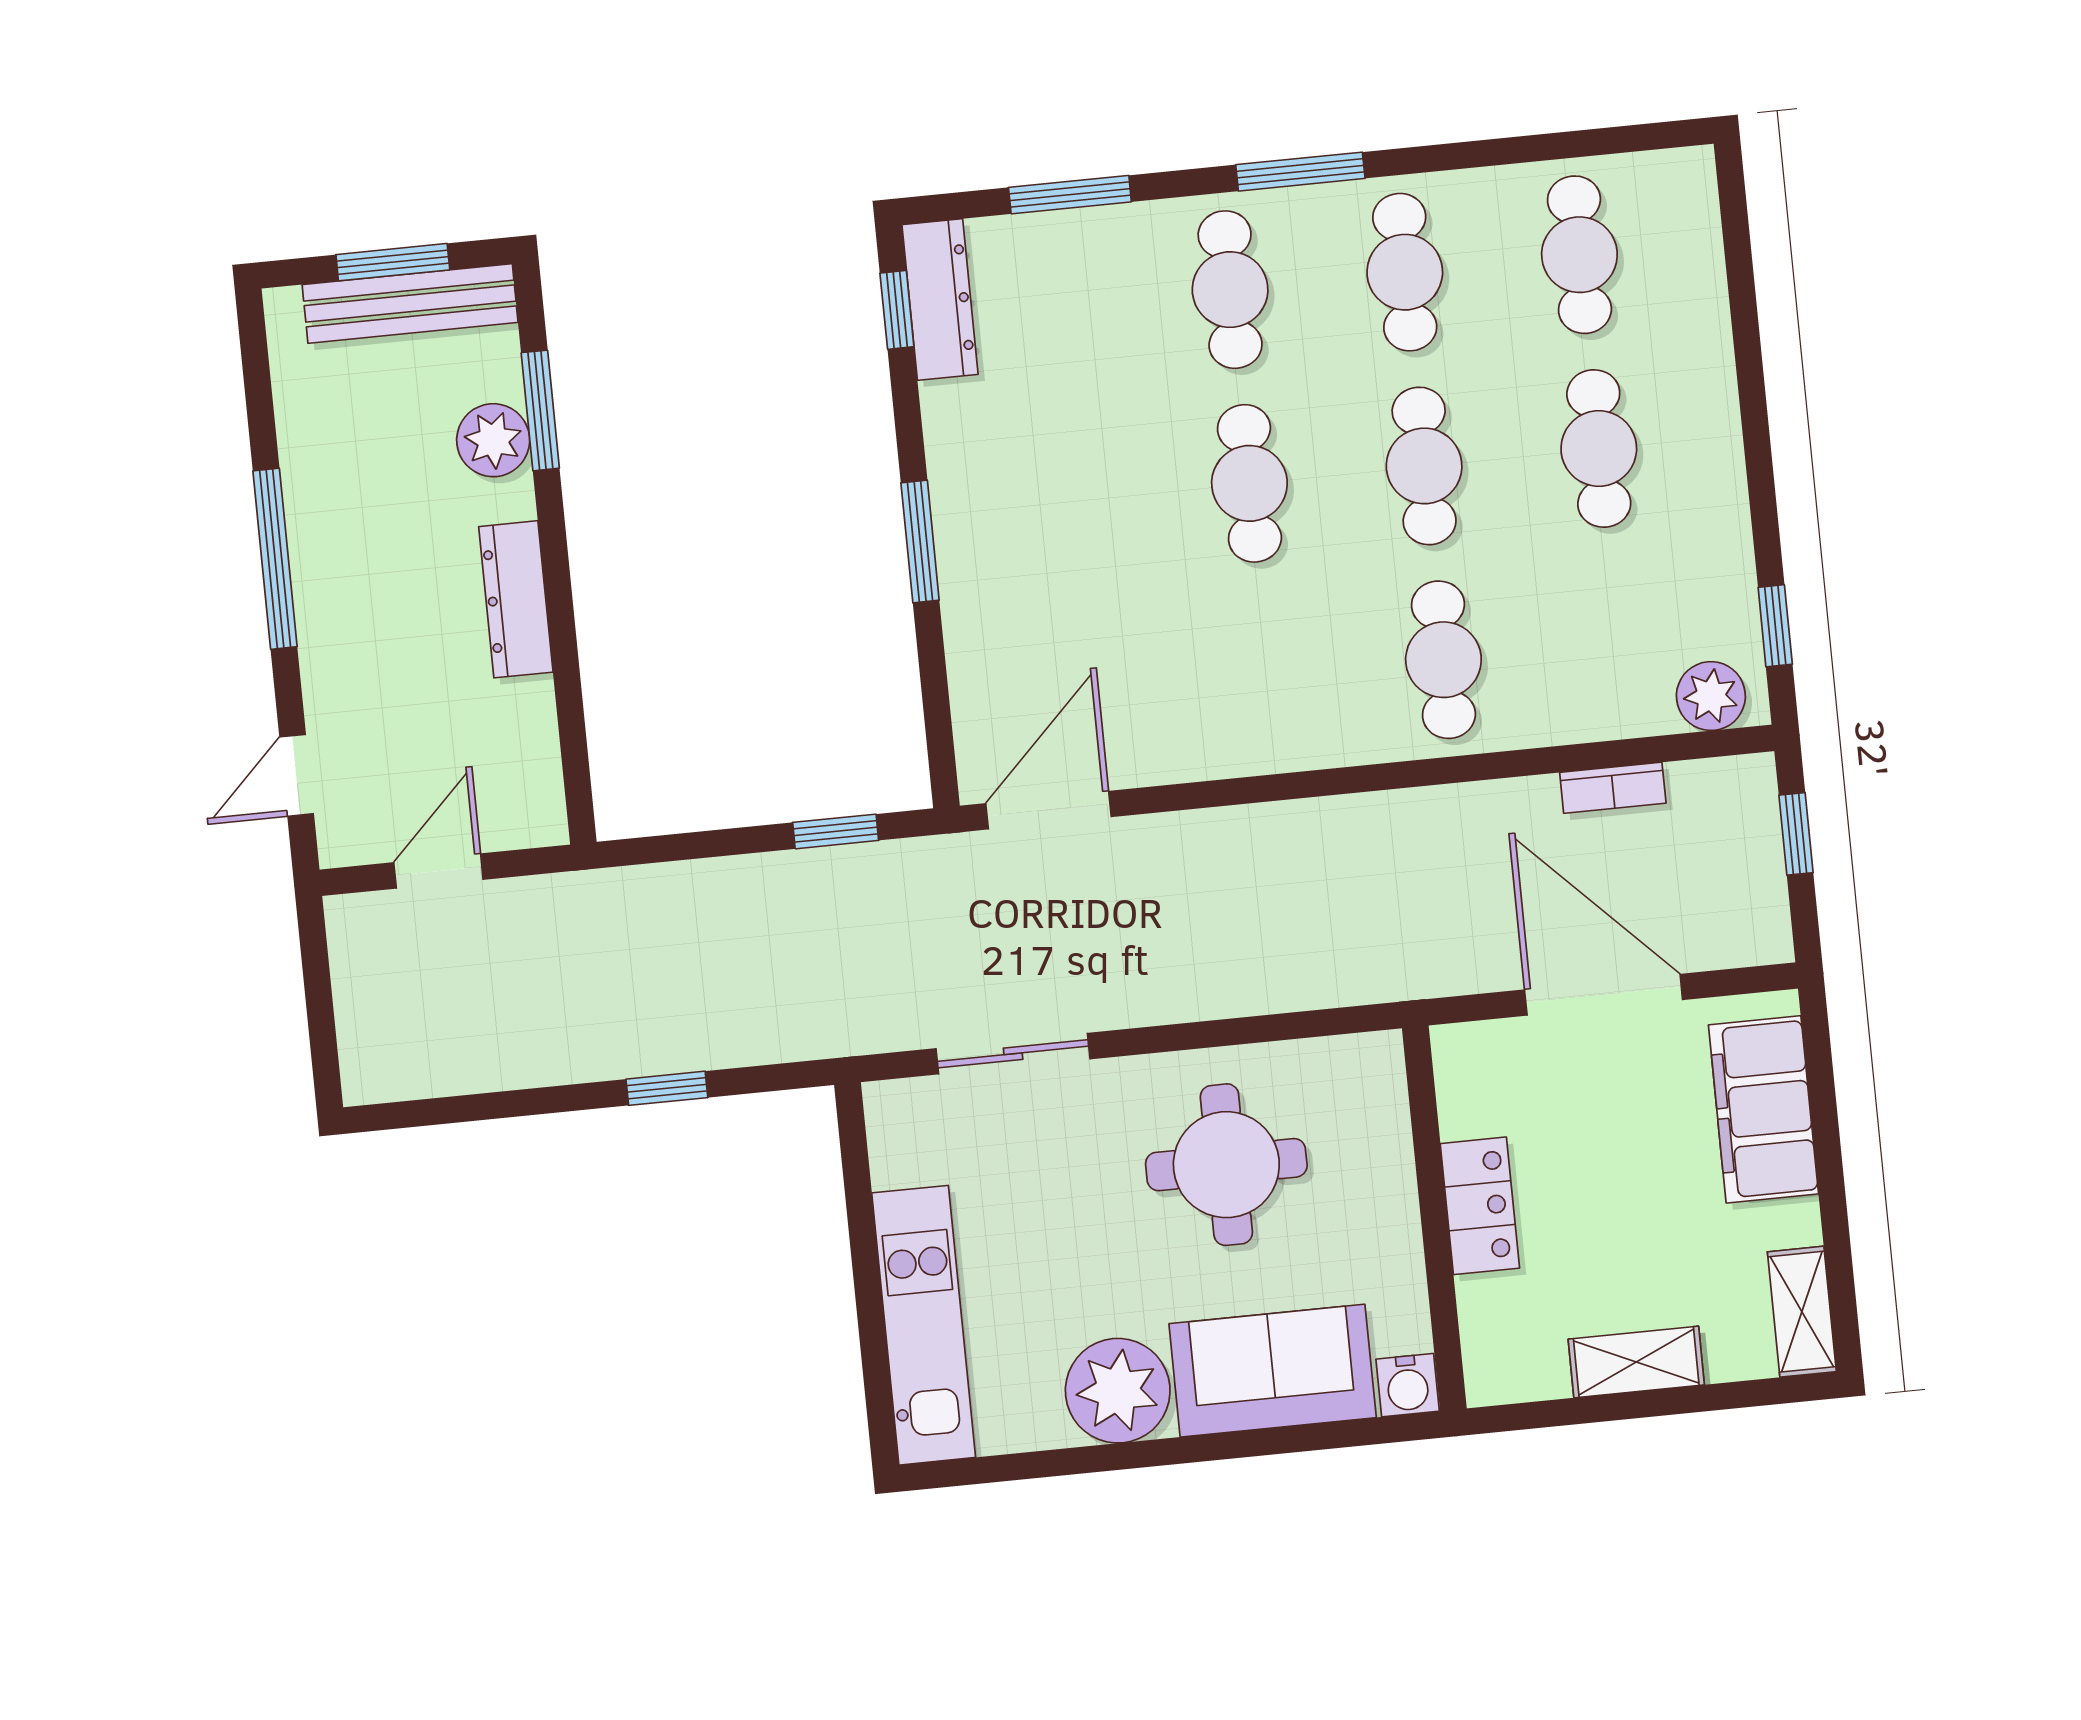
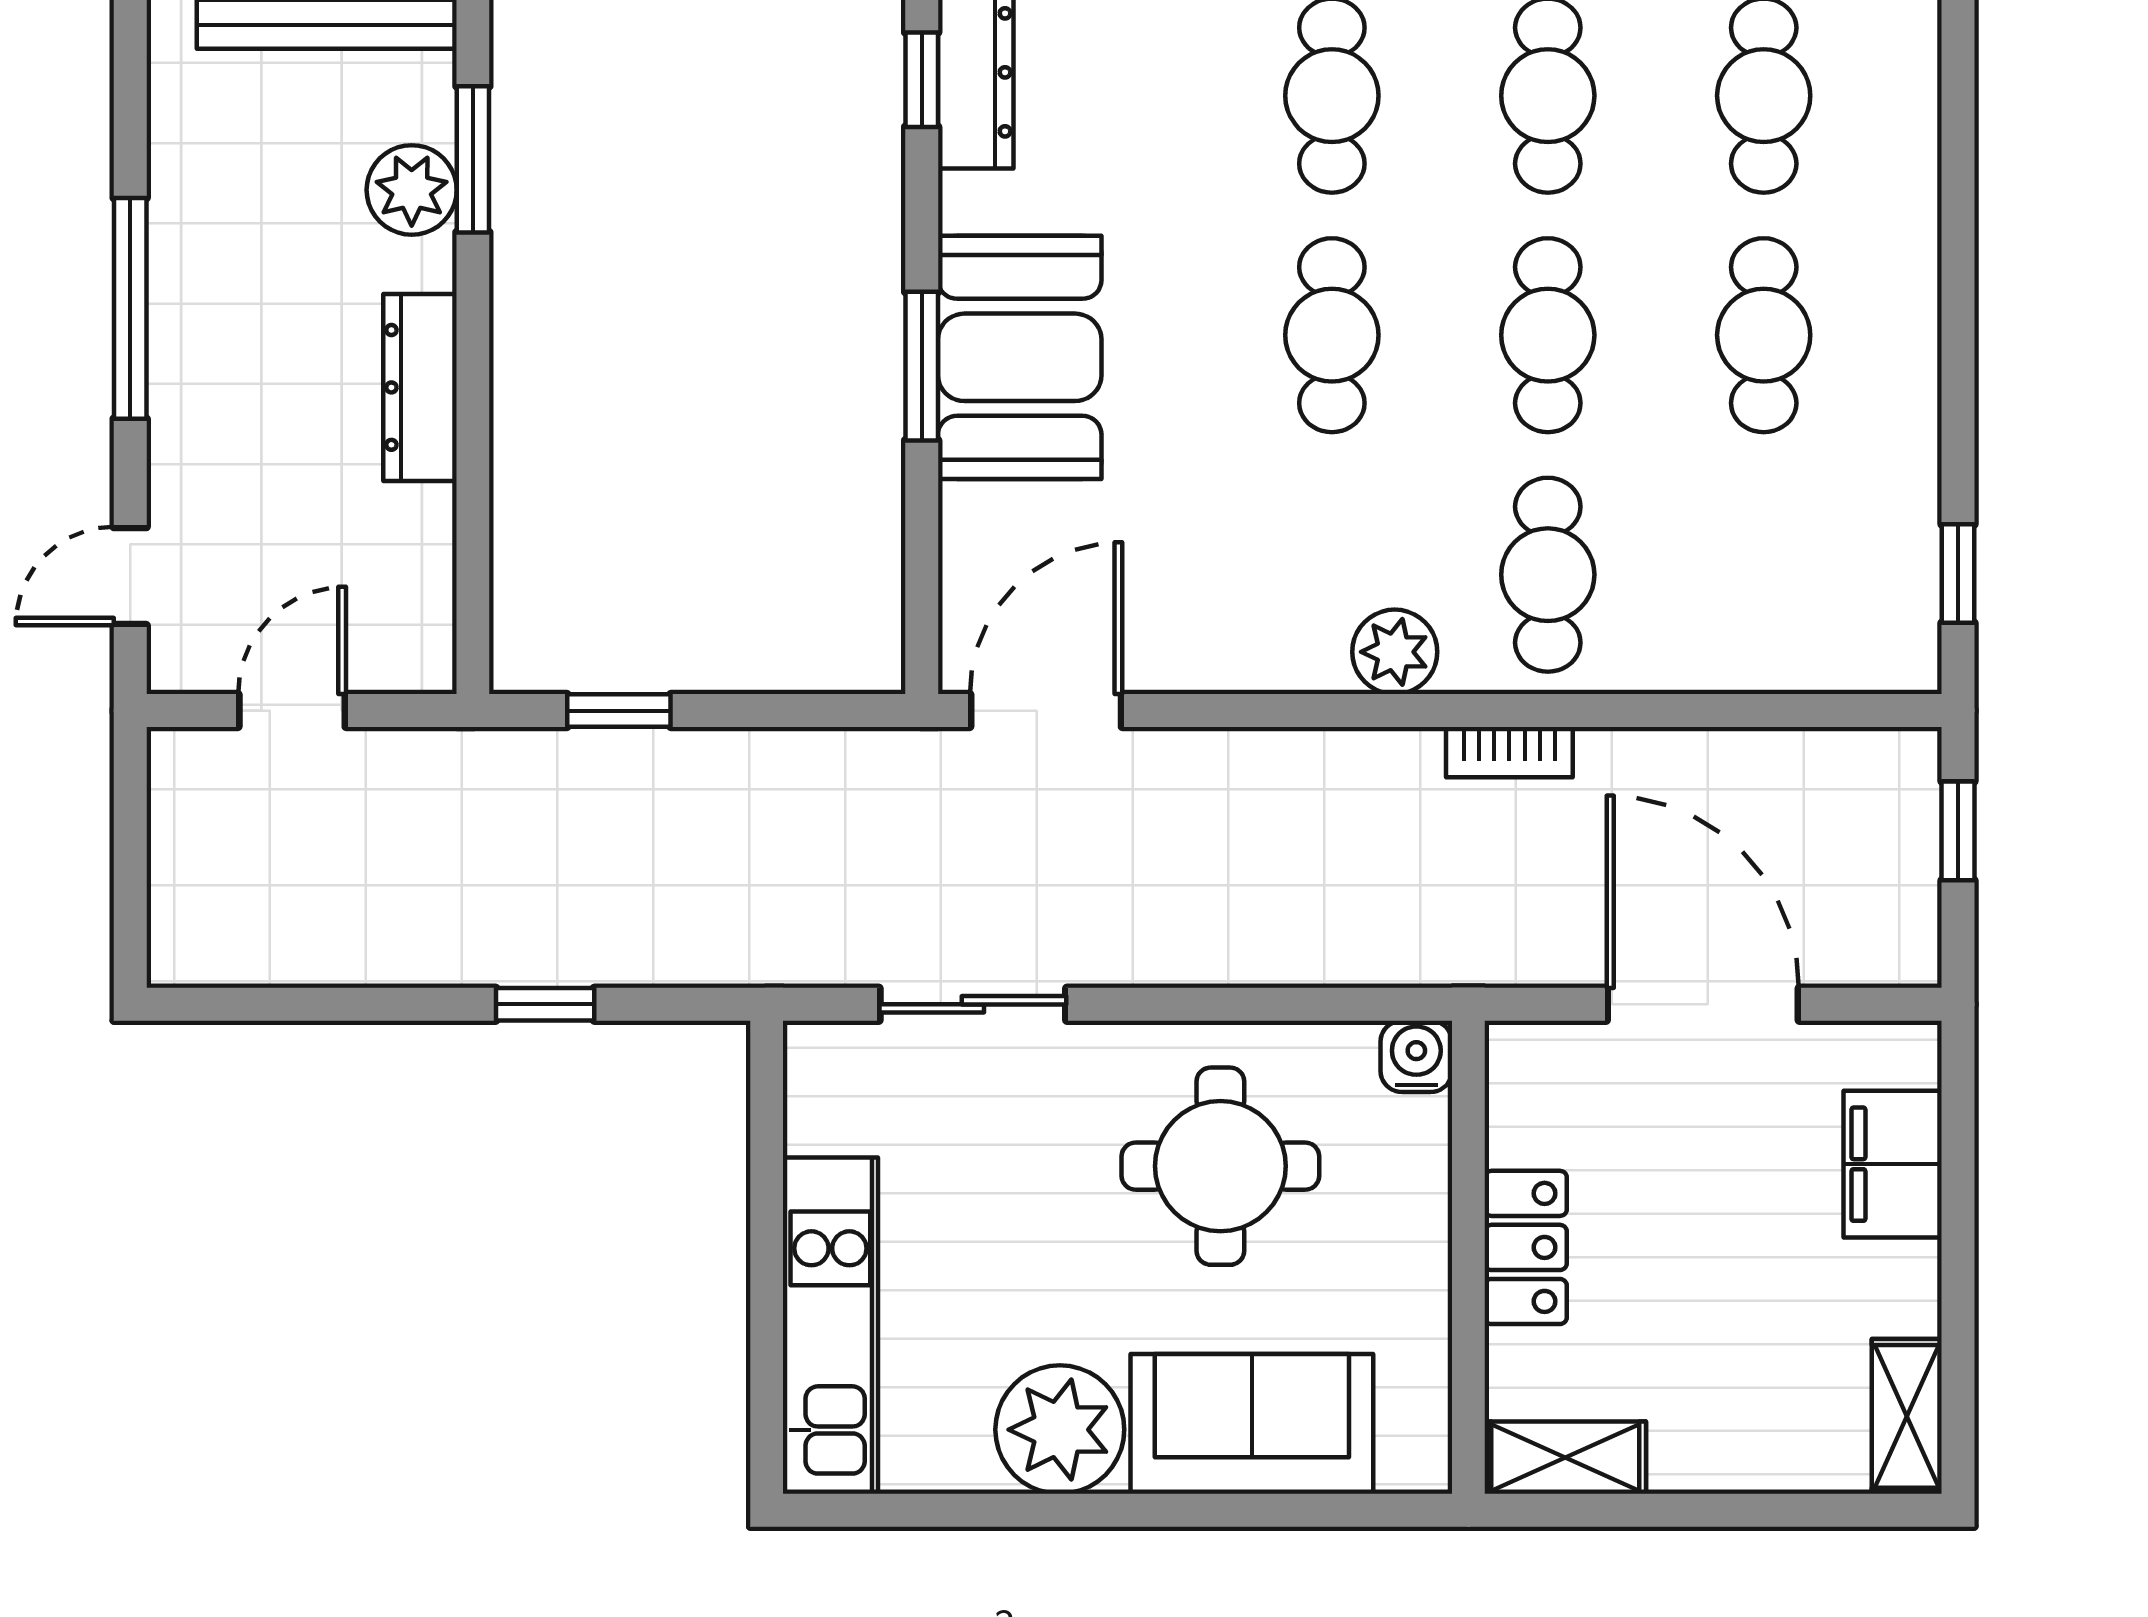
booth: (999, 526) -> (1020, 357), added
plant: (1711, 696) -> (1395, 652), moved
bookcase: (1613, 788) -> (1509, 752), moved
window: (836, 831) -> (619, 711), moved
filing cabinet: (1763, 1109) -> (1893, 1164), width x0.67, depth x0.86
shelving: (1636, 1362) -> (1565, 1458), moved
water cooler: (1408, 1385) -> (1416, 1056), moved, turned 180

